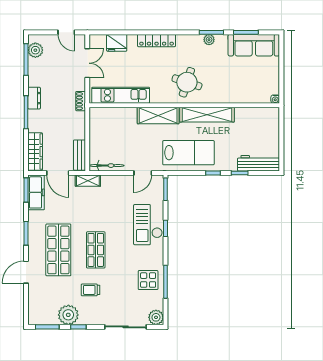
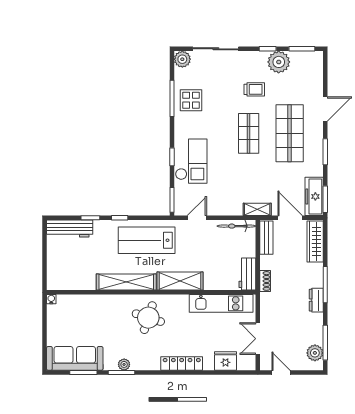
shoe rack: (81, 101) -> (265, 281), moved
workbench: (97, 122) -> (247, 274), added

